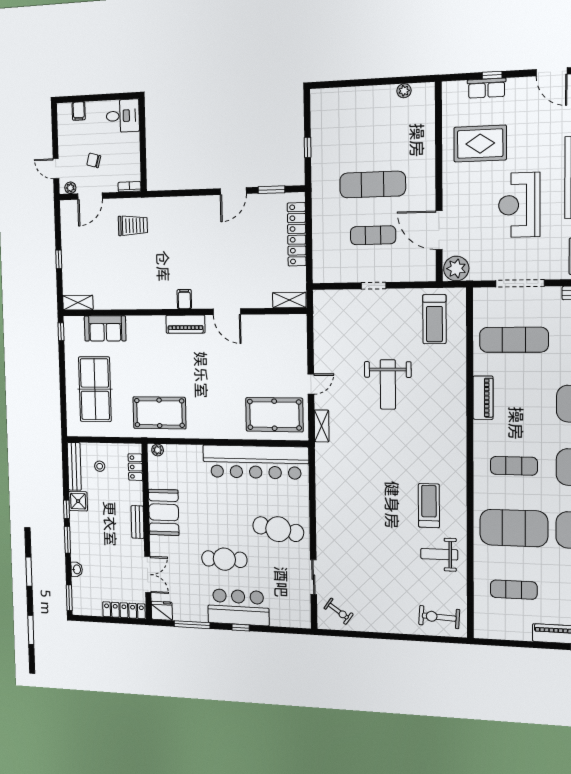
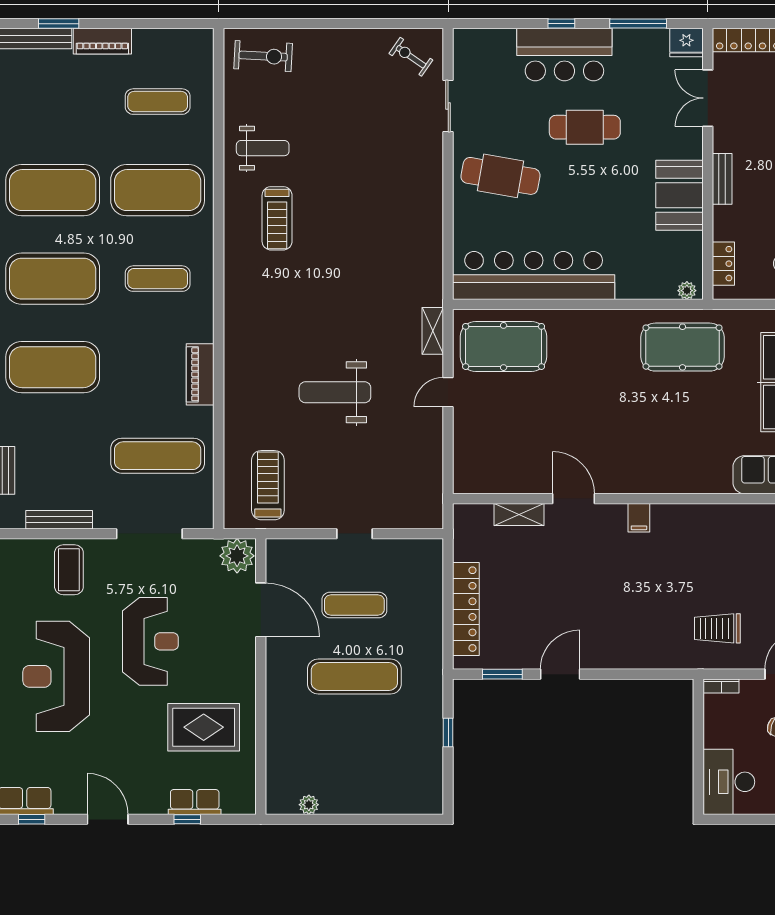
desk: (123, 116) -> (729, 782), width x1.37
shelving: (289, 300) -> (519, 514), moved
piano: (185, 324) -> (638, 480), removed
weight bench: (388, 384) -> (335, 392), turned -90

